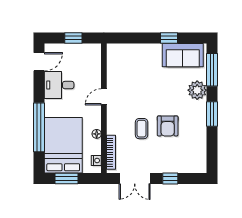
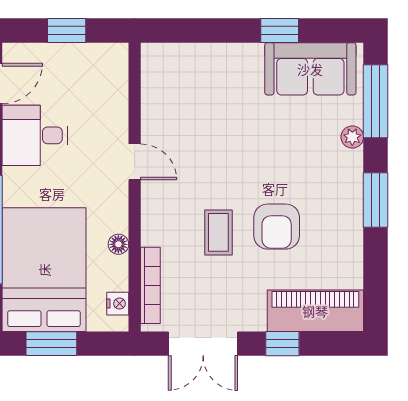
plant: (197, 90) -> (352, 137), width x0.53, depth x0.53
door: (104, 97) -> (135, 162), swing flipped
piano: (185, 164) -> (315, 311), added

